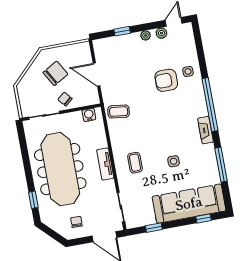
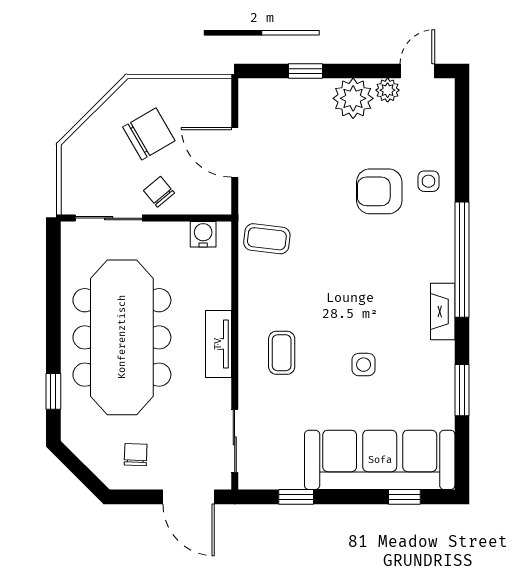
plant: (146, 35) -> (353, 98), width x1.88, depth x1.88
window: (221, 165) -> (462, 390), width x0.69

